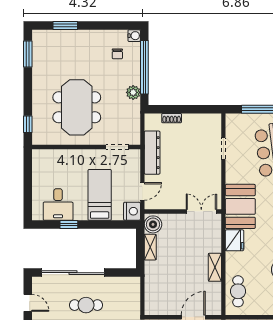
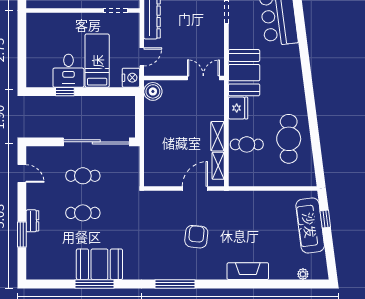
desk: (58, 205) -> (68, 71), moved
shelving: (150, 247) -> (218, 166), moved
sliding door: (73, 273) -> (96, 142), moved
cafe table: (238, 291) -> (247, 144), moved, turned 90

